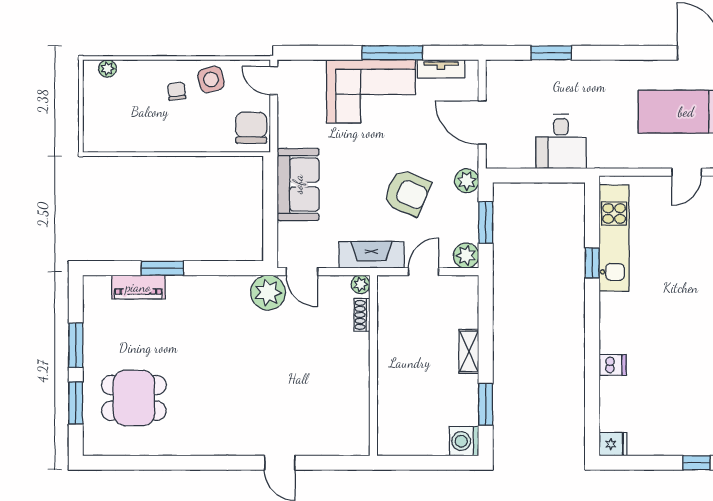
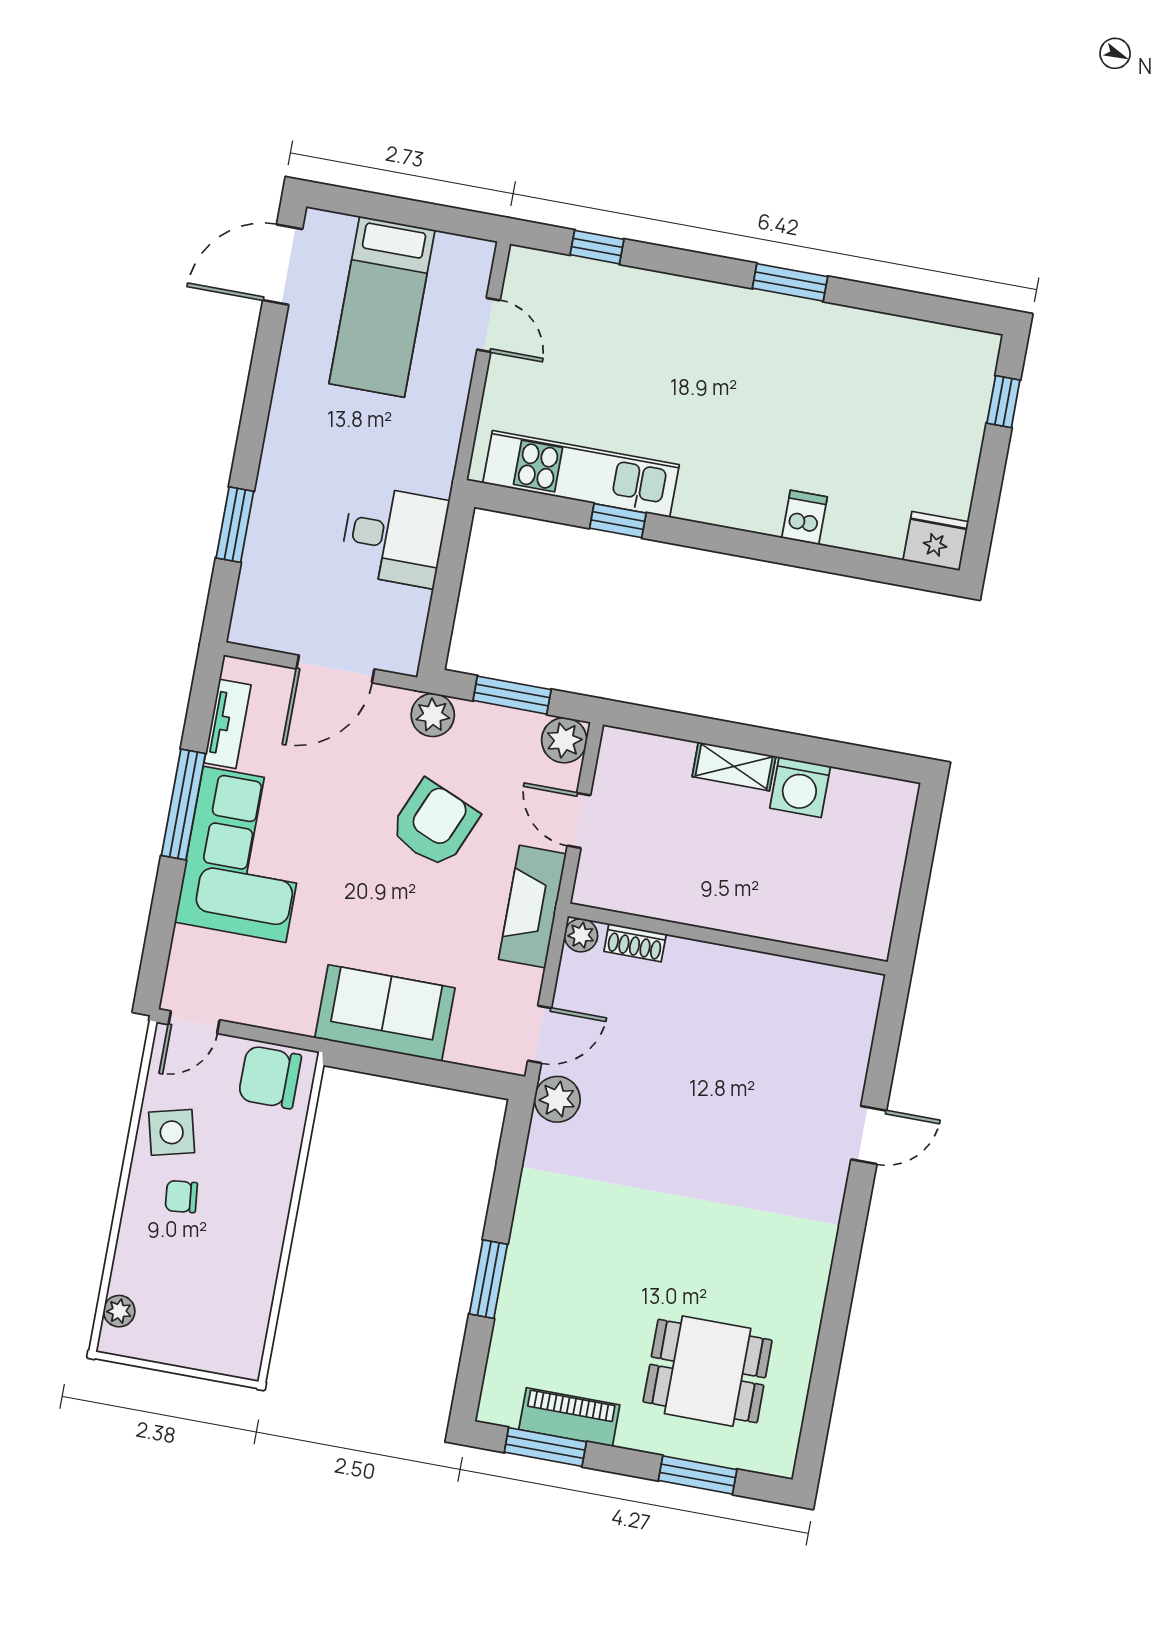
piano: (138, 287) -> (569, 1417), moved, turned -90
plant: (268, 293) -> (557, 1099), width x0.73, depth x0.73
window: (76, 345) -> (545, 1447), moved
dining table: (134, 398) -> (708, 1371), turned 90
window: (486, 404) -> (833, 754), removed
washing machine: (464, 441) -> (800, 787), moved
fridge: (613, 444) -> (936, 541), width x1.38

